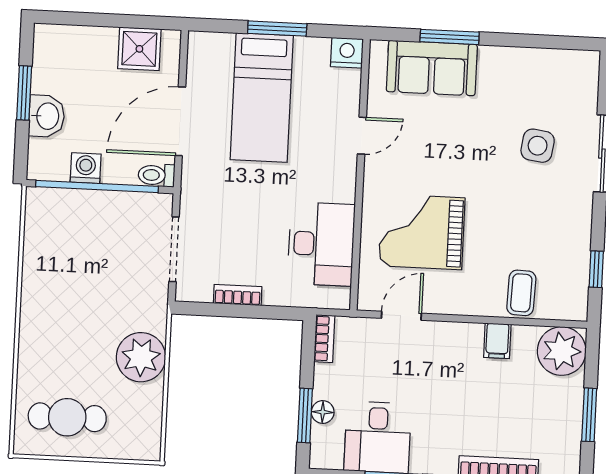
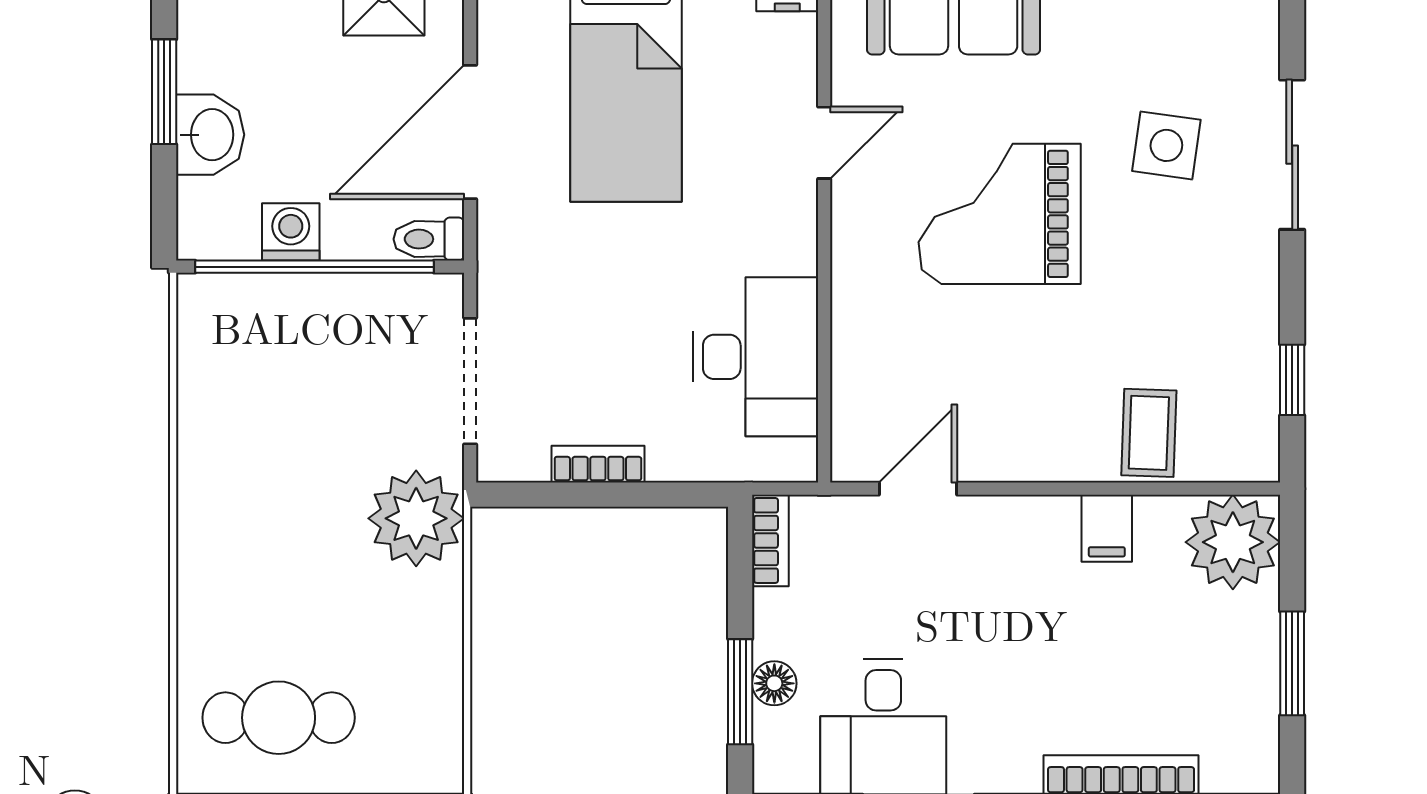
grand piano: (422, 232) -> (1000, 214), moved
plant: (141, 357) -> (416, 518), moved

